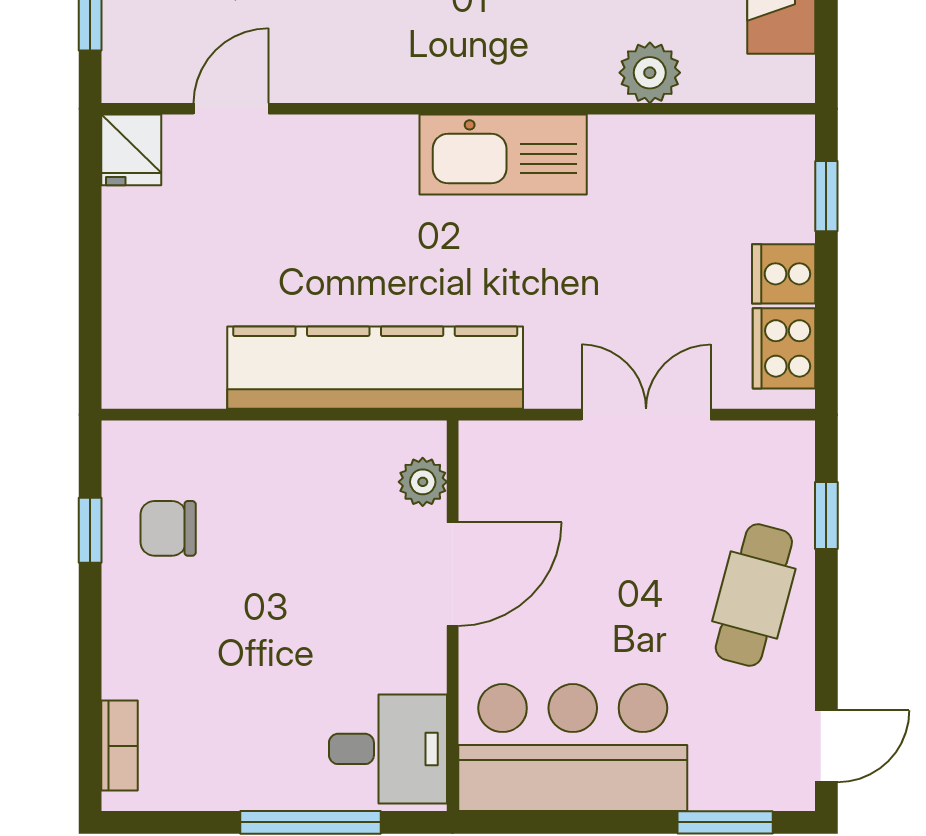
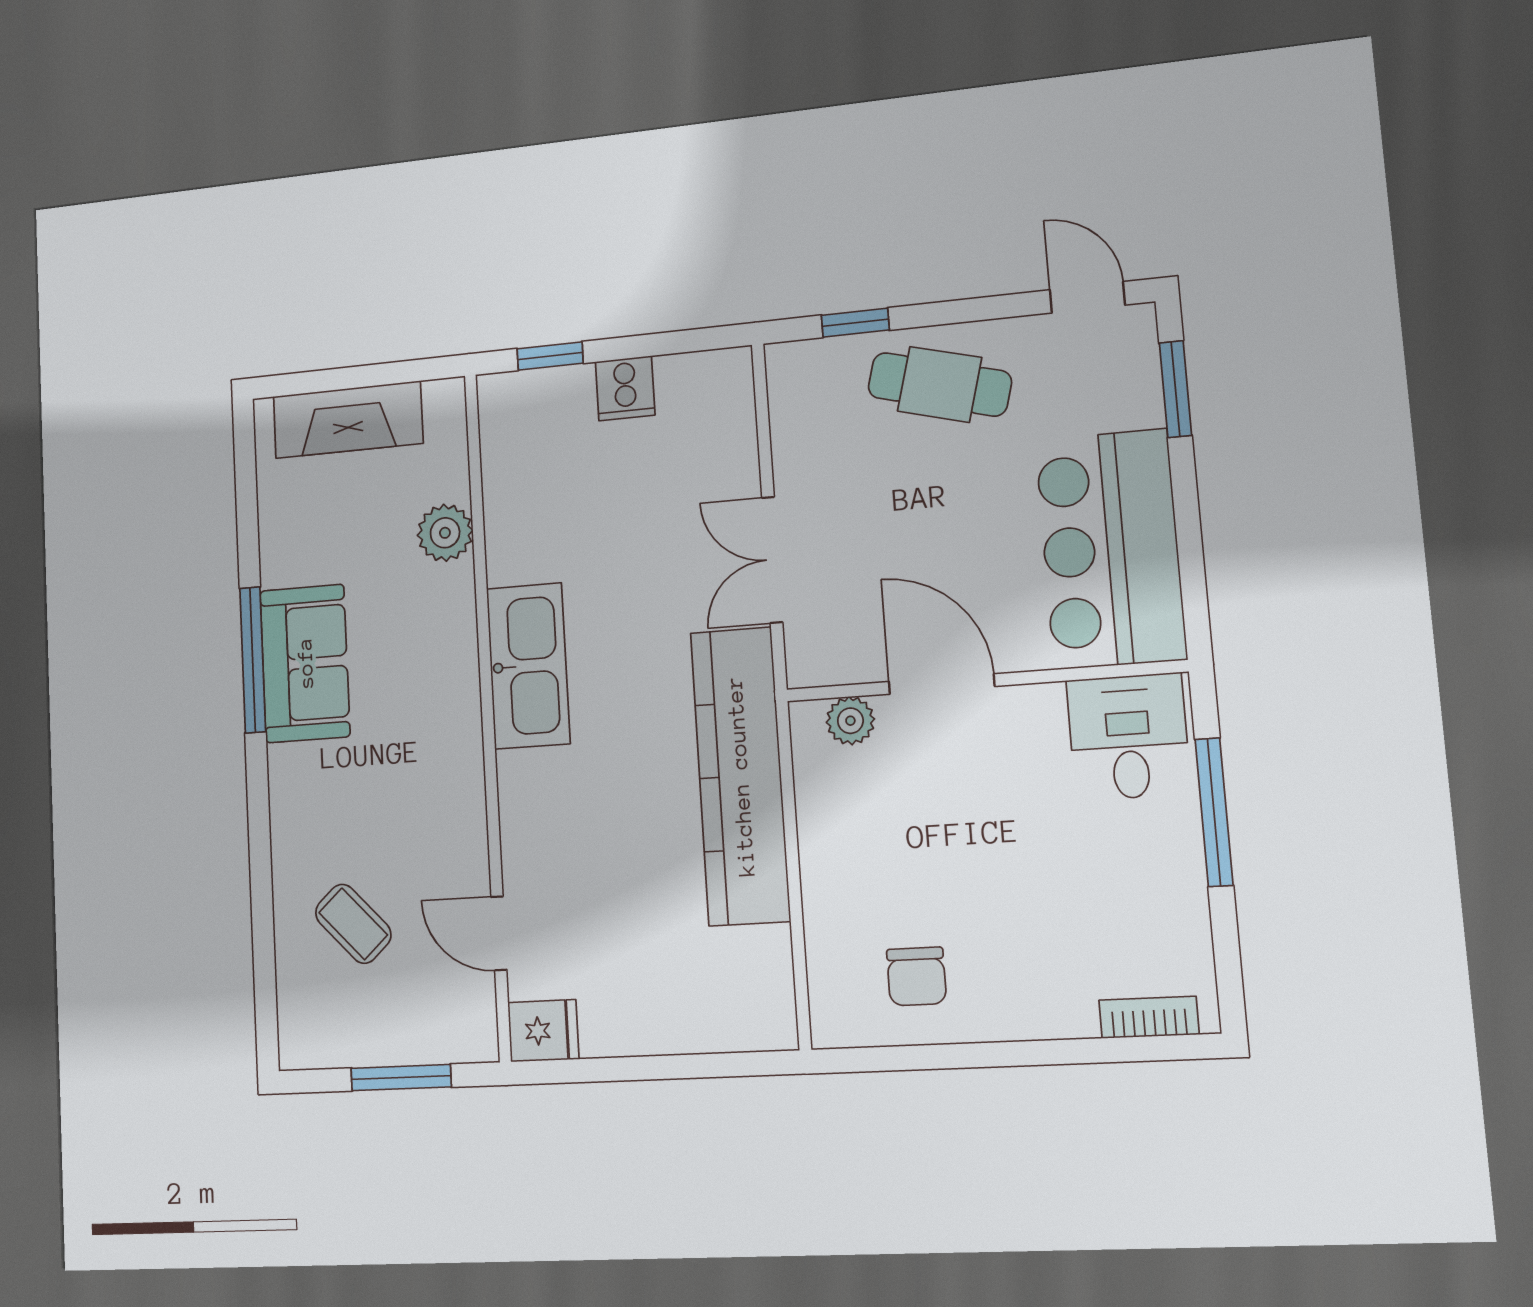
cooker: (784, 348) -> (696, 381), removed
double door: (646, 415) -> (772, 560), moved
window: (90, 530) -> (924, 1057), removed

